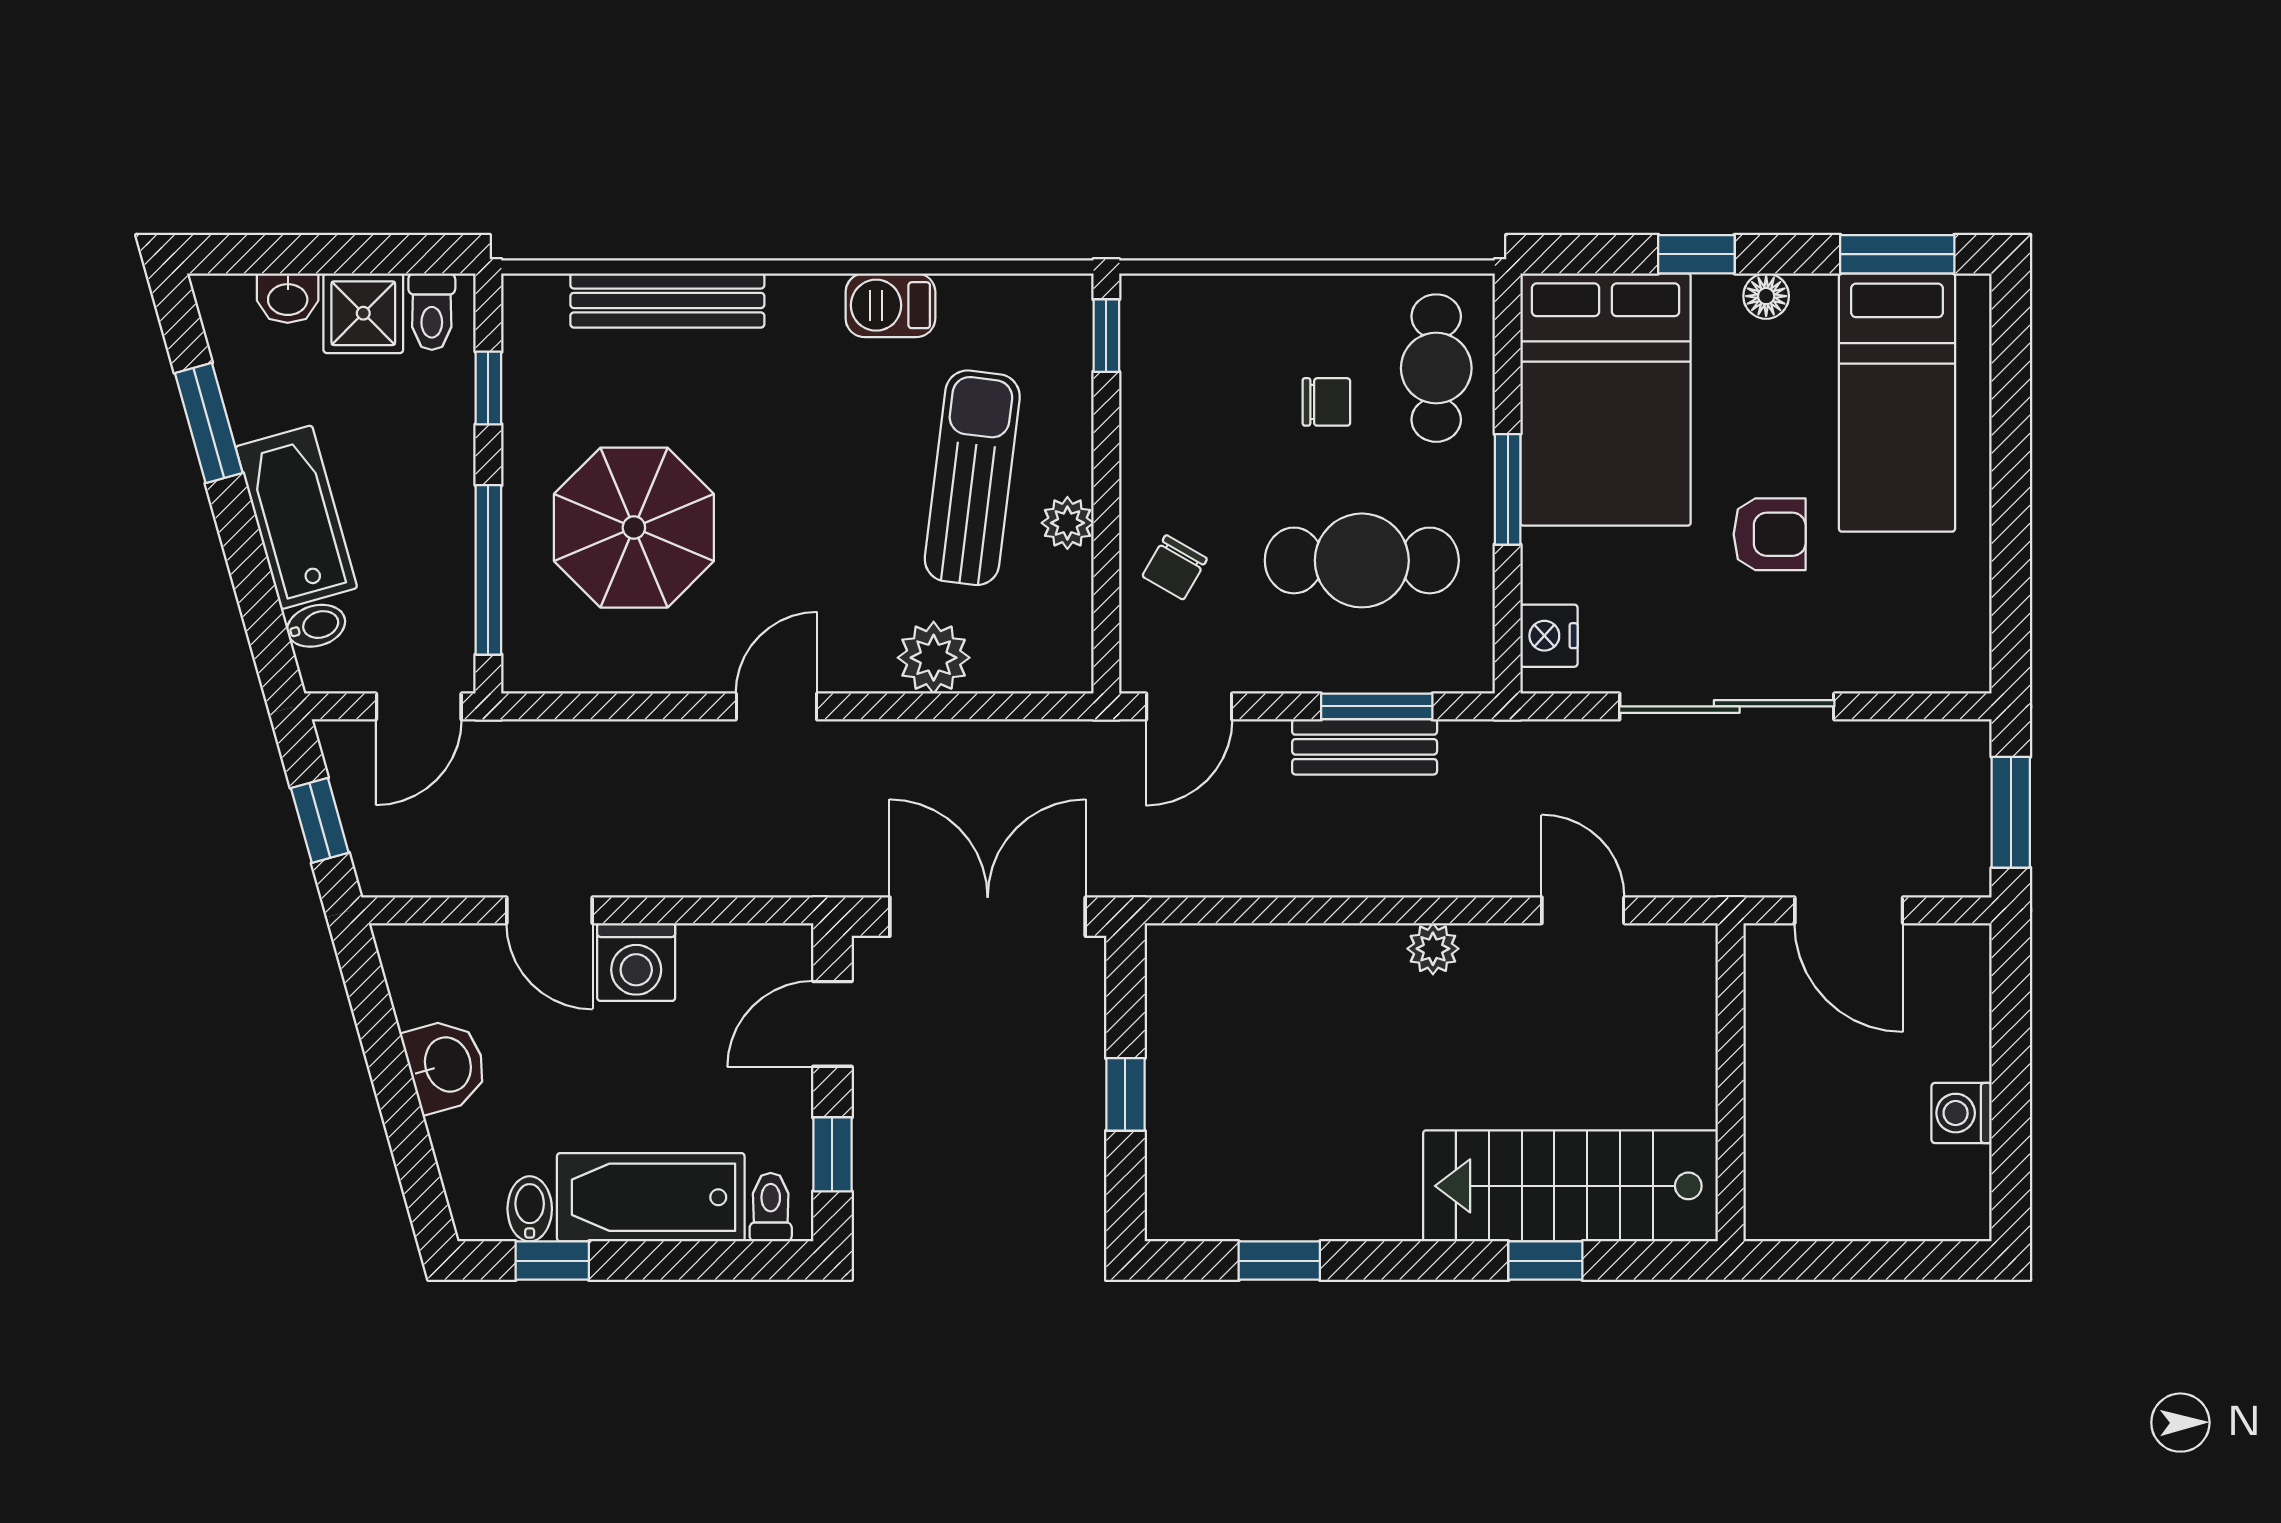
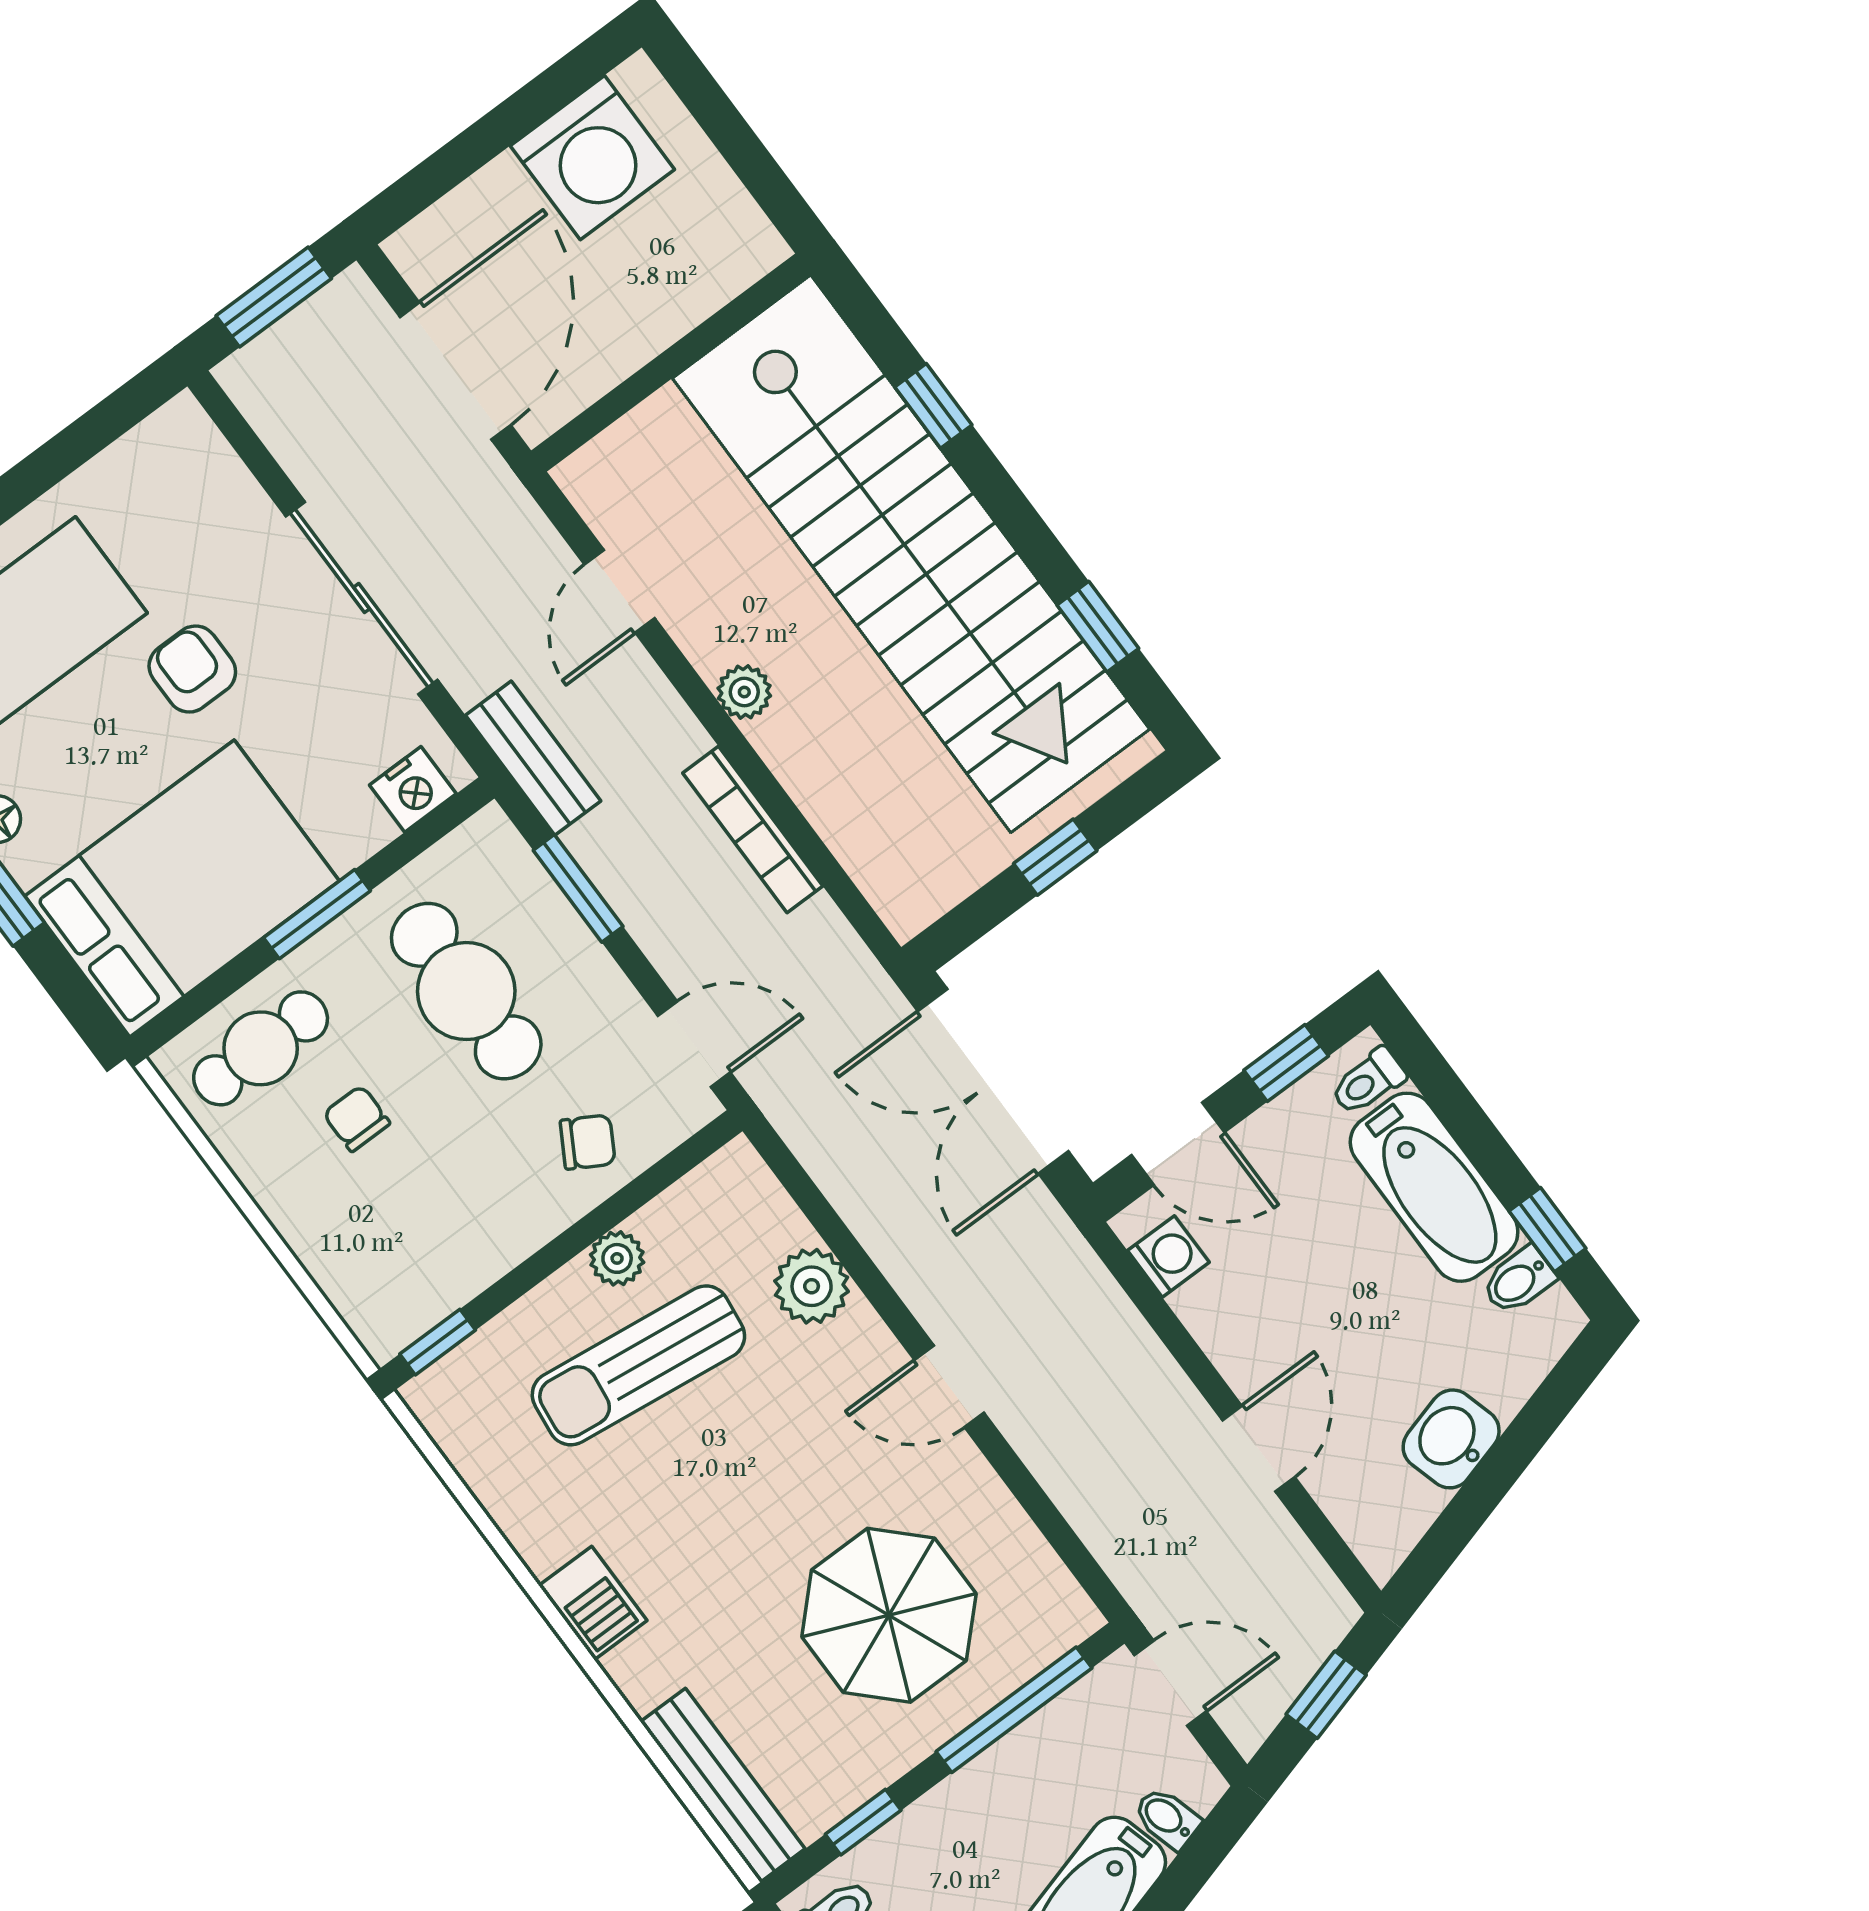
bench: (667, 300) -> (723, 1785), moved
barbecue: (890, 305) -> (593, 1603), moved
bench: (1365, 747) -> (533, 758), moved
bookcase: (1322, 876) -> (753, 829), added
door: (1849, 910) -> (455, 371), width x1.36
washing machine: (636, 962) -> (1168, 1256), moved, width x0.73, depth x0.73
washing machine: (1962, 1113) -> (592, 158), width x1.89, depth x1.89
stairs: (1570, 1186) -> (911, 554), width x1.86, depth x1.51

